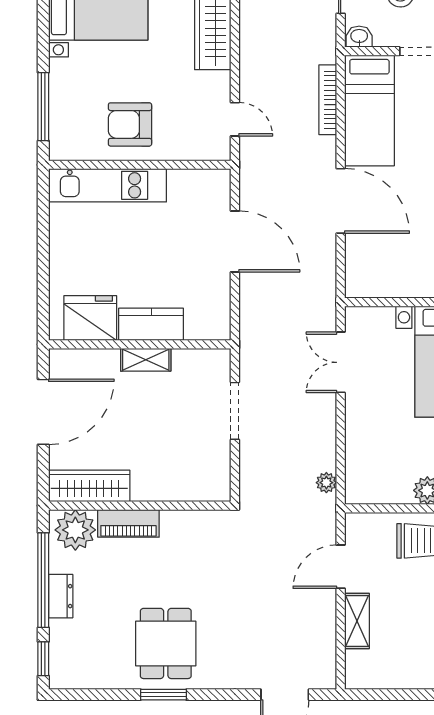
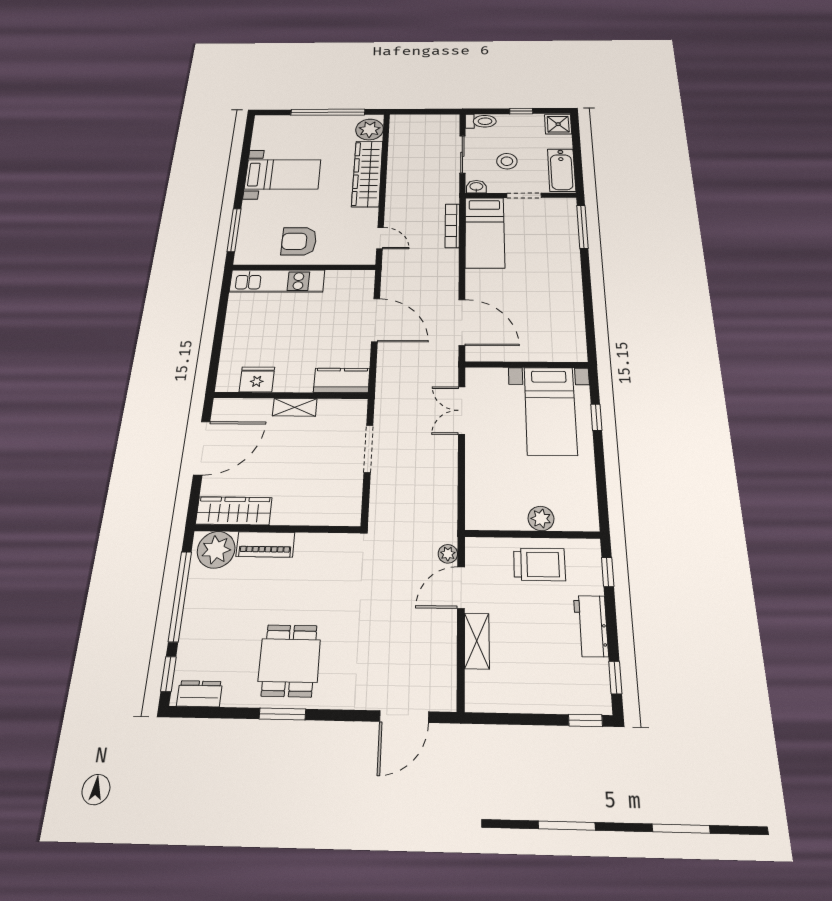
door: (341, 201) -> (462, 322), moved
fridge: (90, 318) -> (257, 379), width x0.73, depth x0.75
kitchen counter: (151, 324) -> (342, 380), moved
plant: (326, 483) -> (448, 554), moved
dresser: (61, 596) -> (200, 694), moved, turned -90

